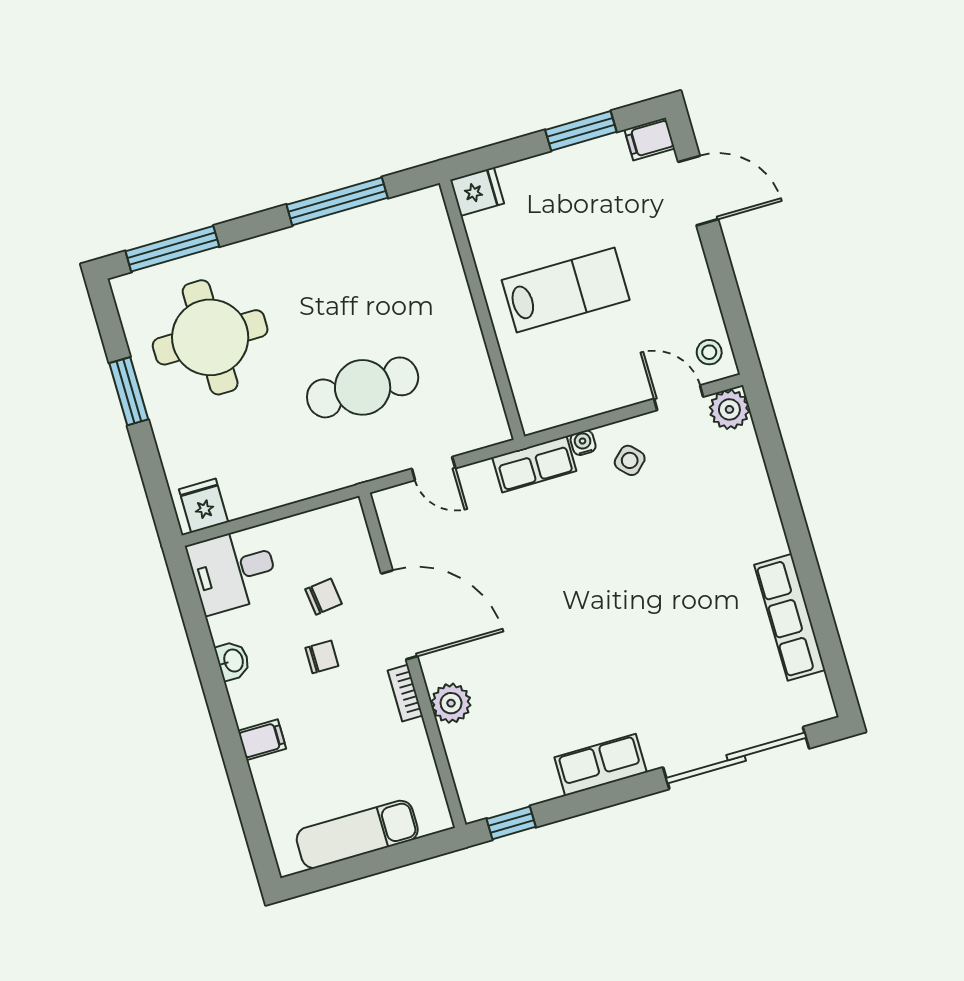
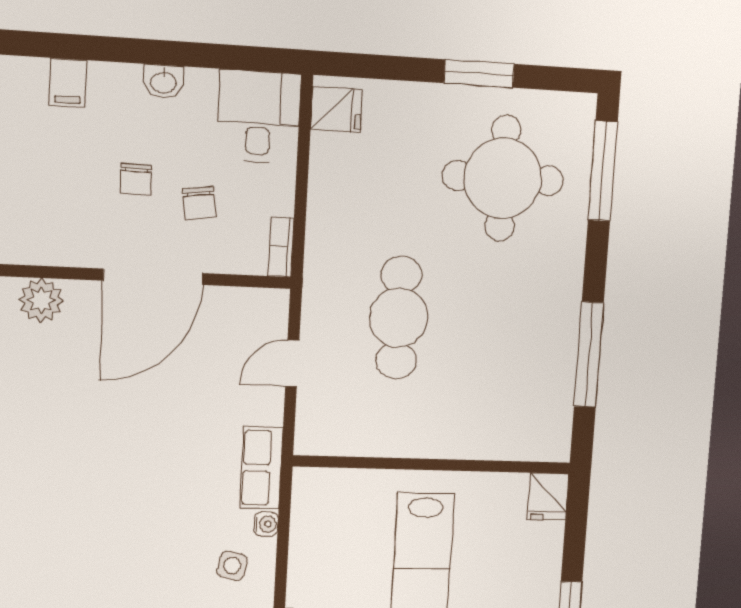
side table: (630, 460) -> (232, 566), turned -33
bookcase: (405, 693) -> (281, 247), moved, turned -90

